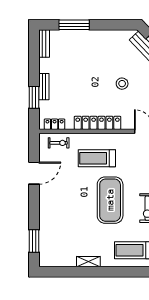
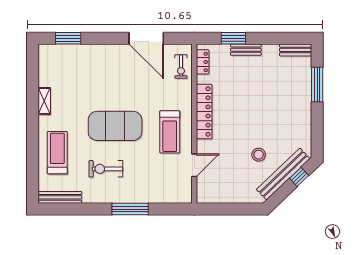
stool: (122, 84) -> (259, 155), moved
treadmill: (97, 158) -> (170, 132), moved, turned 180
door: (34, 173) -> (146, 38), width x1.36

